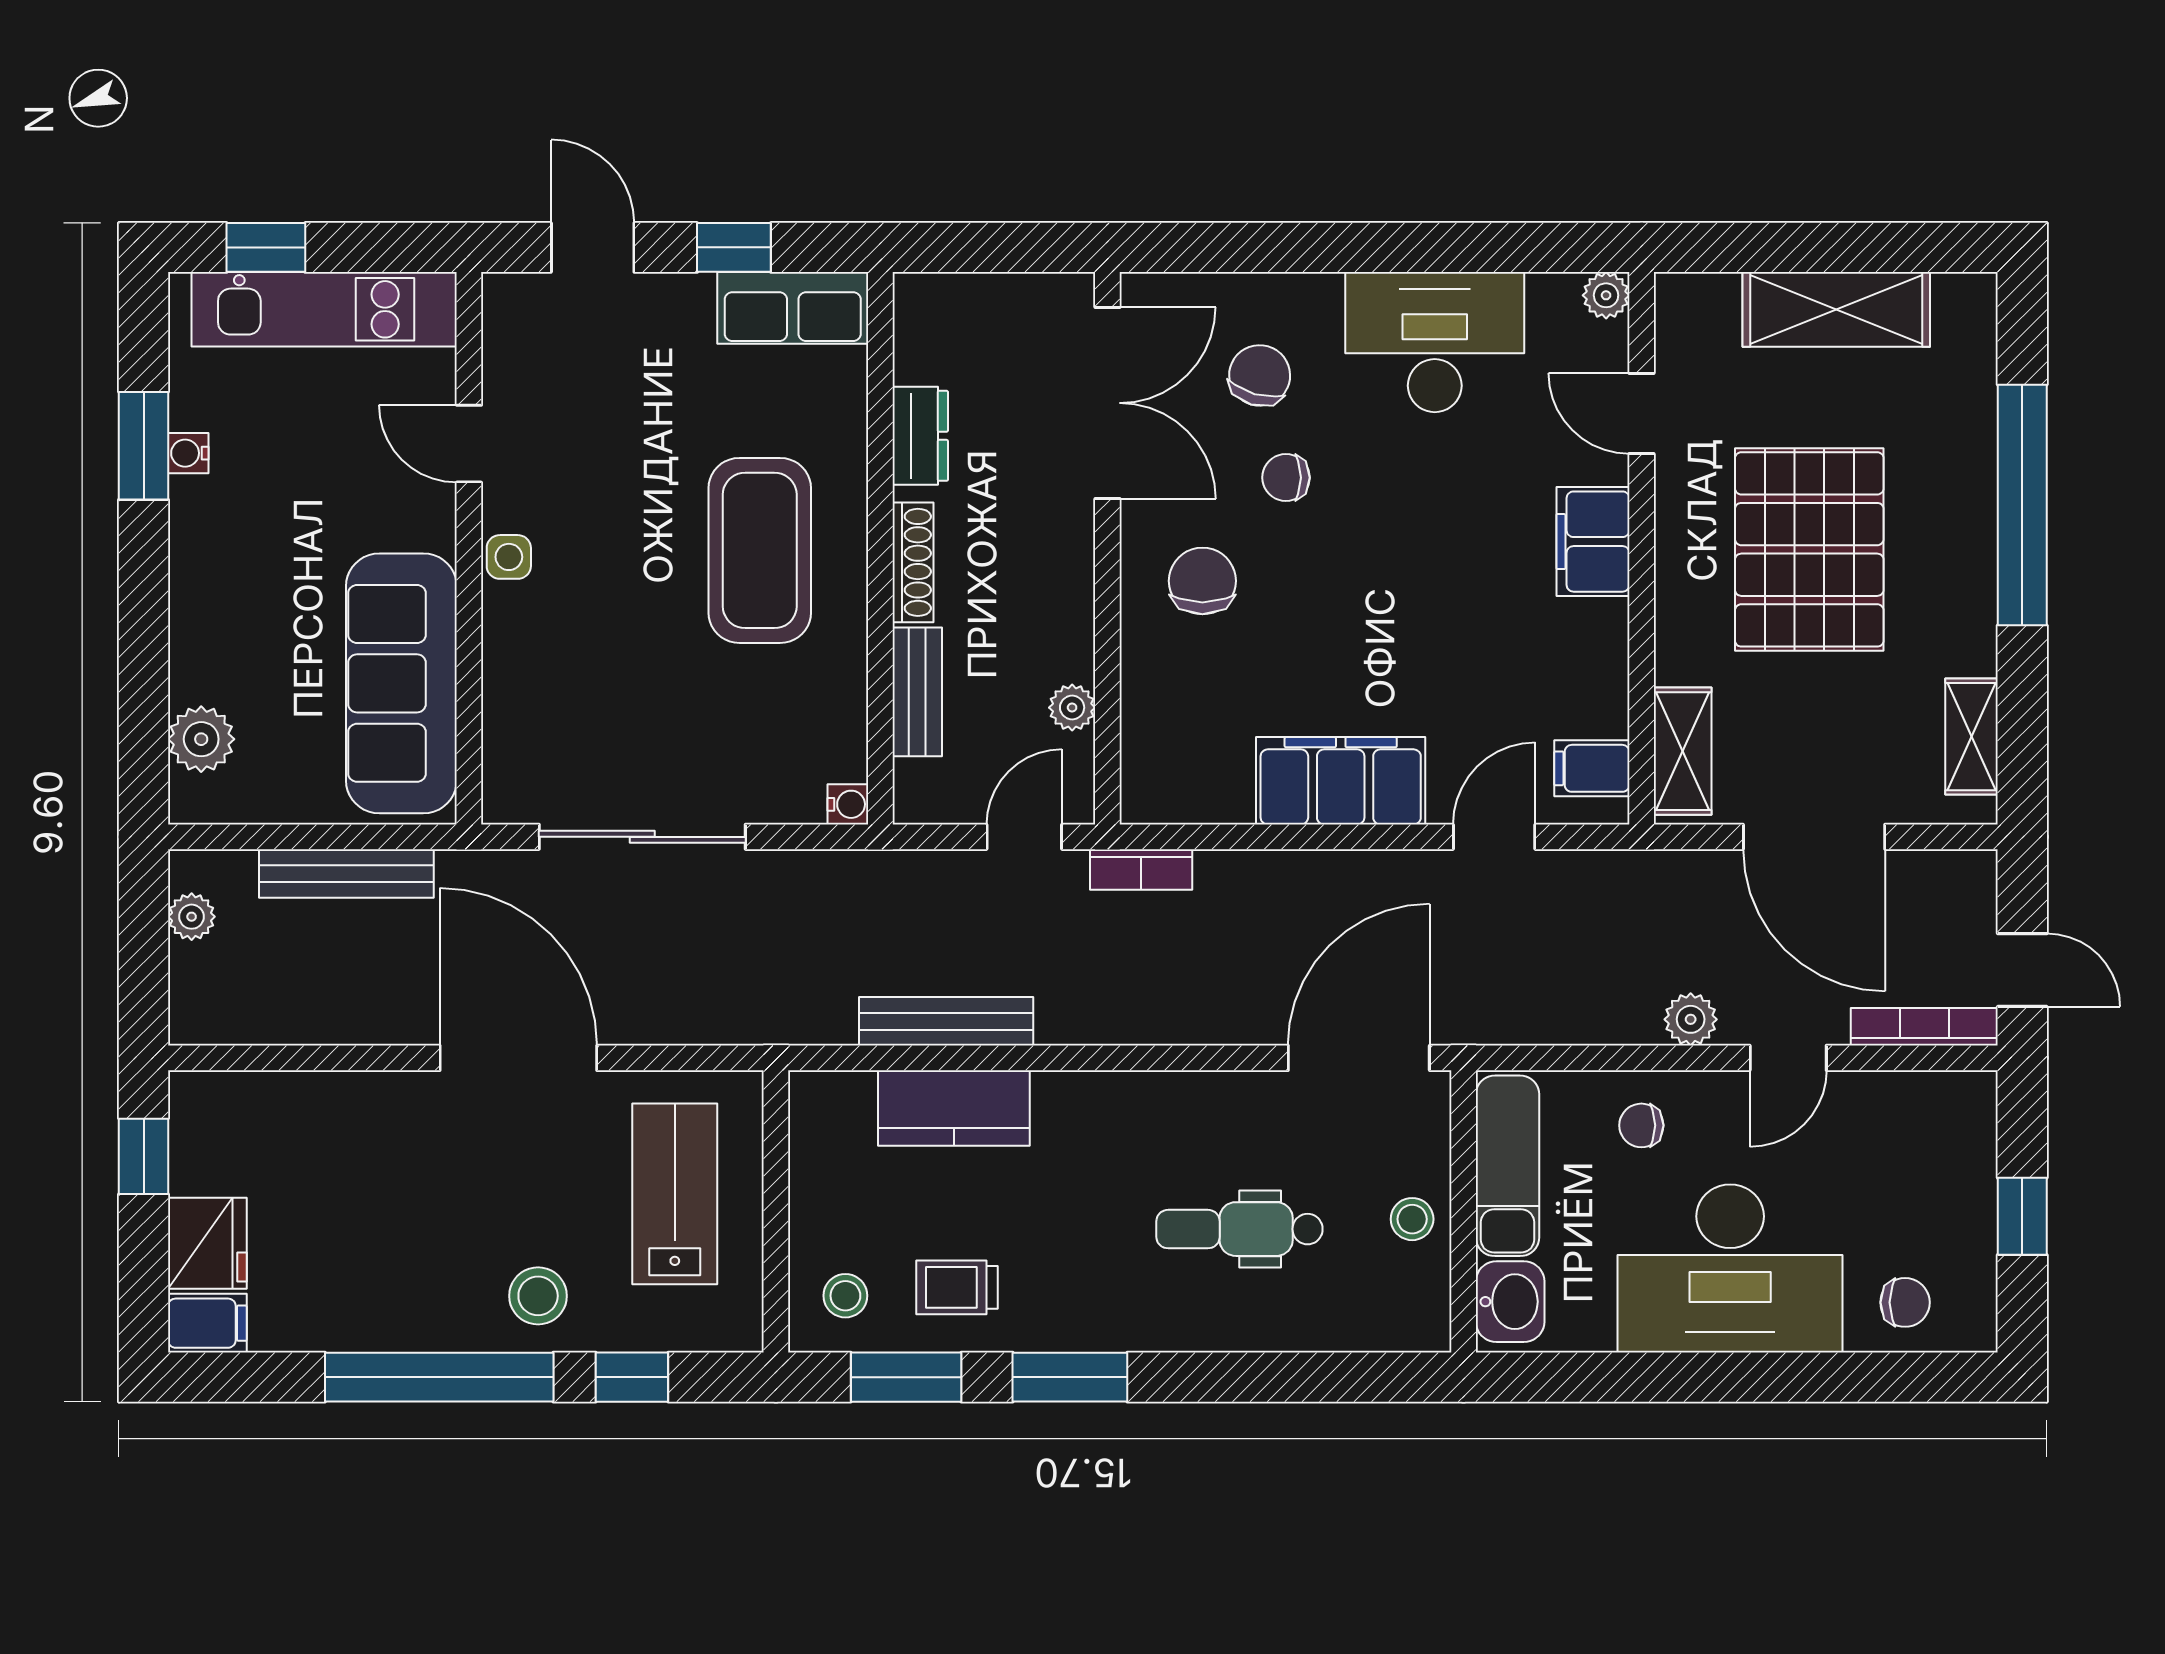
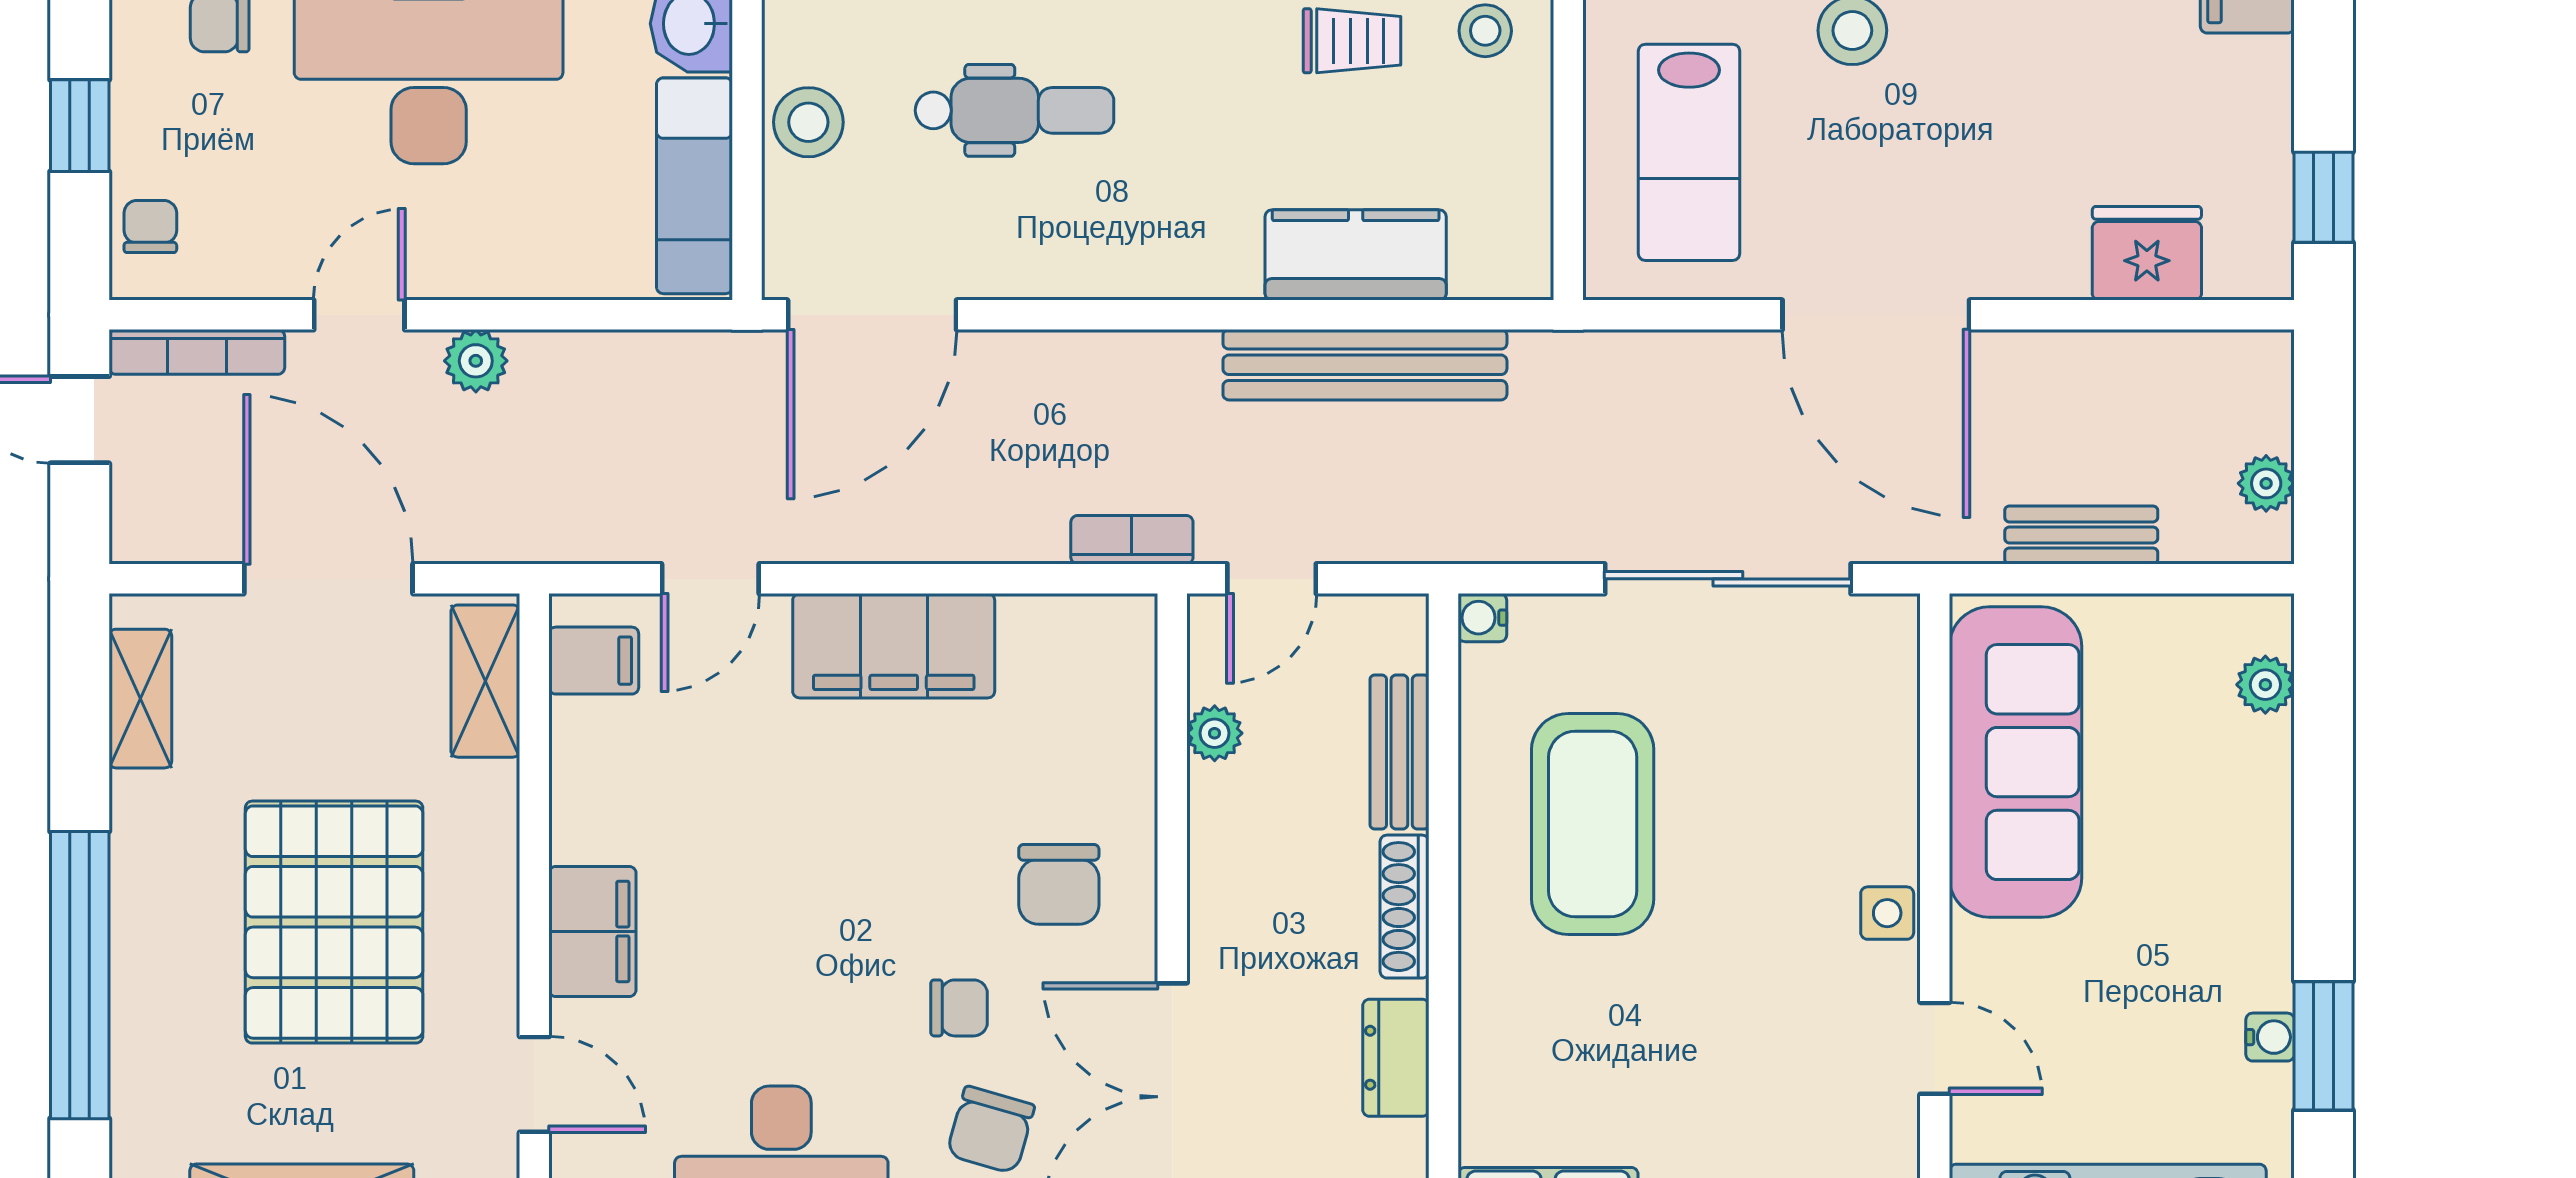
coffee table: (760, 550) -> (1593, 824), moved
plant: (201, 739) -> (2265, 685), width x0.73, depth x0.73
bench: (346, 874) -> (2081, 535), width x0.73
bench: (946, 1021) -> (1365, 365), width x1.37, depth x1.21
chair: (1641, 1125) -> (150, 226), moved, turned -90
stool: (1412, 1219) -> (808, 122), width x1.37, depth x1.37
fridge: (207, 1243) -> (2147, 253), moved, turned 90

